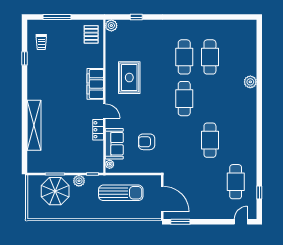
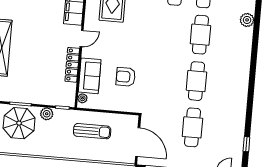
cafe table: (184, 99) -> (200, 35), moved
door: (104, 111) -> (82, 39), hinge flipped
locker: (98, 130) -> (72, 65), width x1.53
cafe table: (236, 182) -> (192, 127), moved
sun lounger: (121, 193) -> (92, 131), width x0.73, depth x0.75

